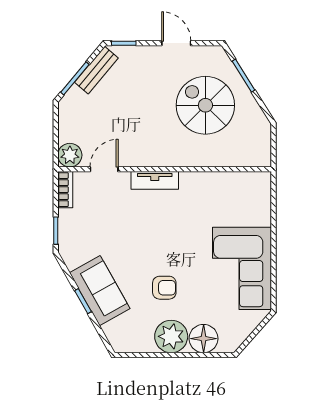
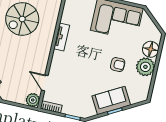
tv unit: (155, 180) -> (62, 37), moved
armchair: (164, 288) -> (118, 65), turned 90

